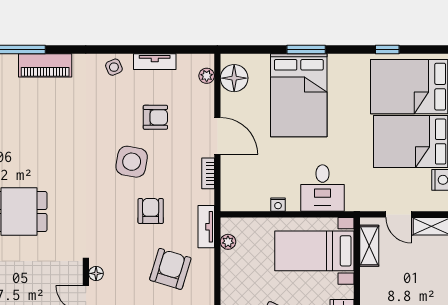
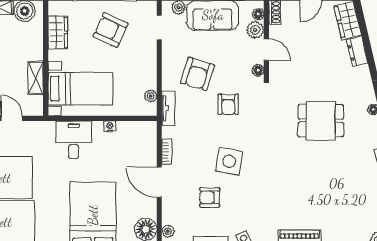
armchair: (151, 211) -> (228, 104), moved
shelving: (369, 246) -> (36, 78), moved

